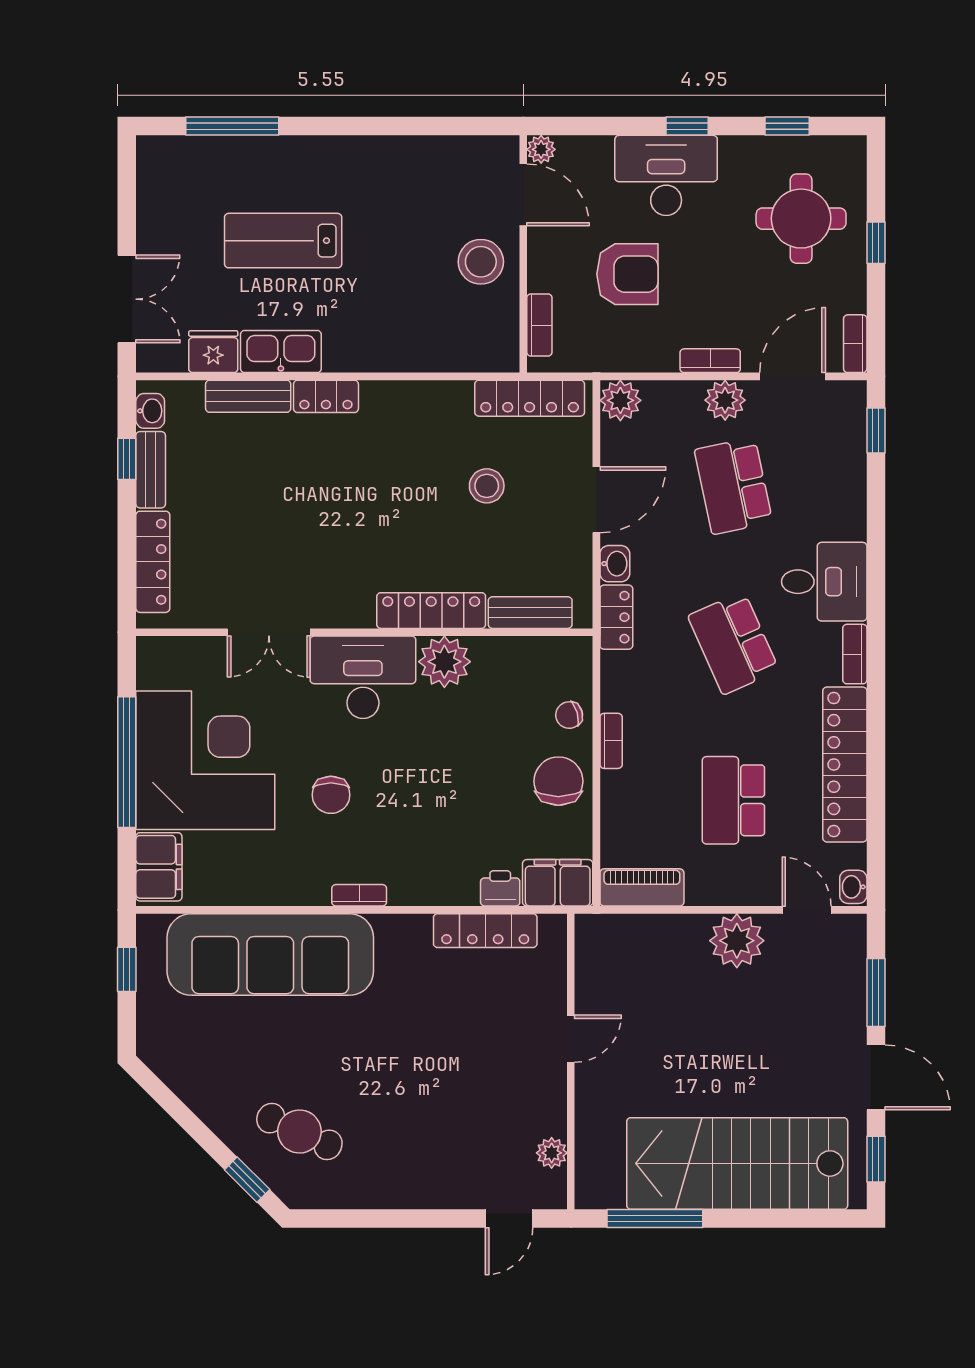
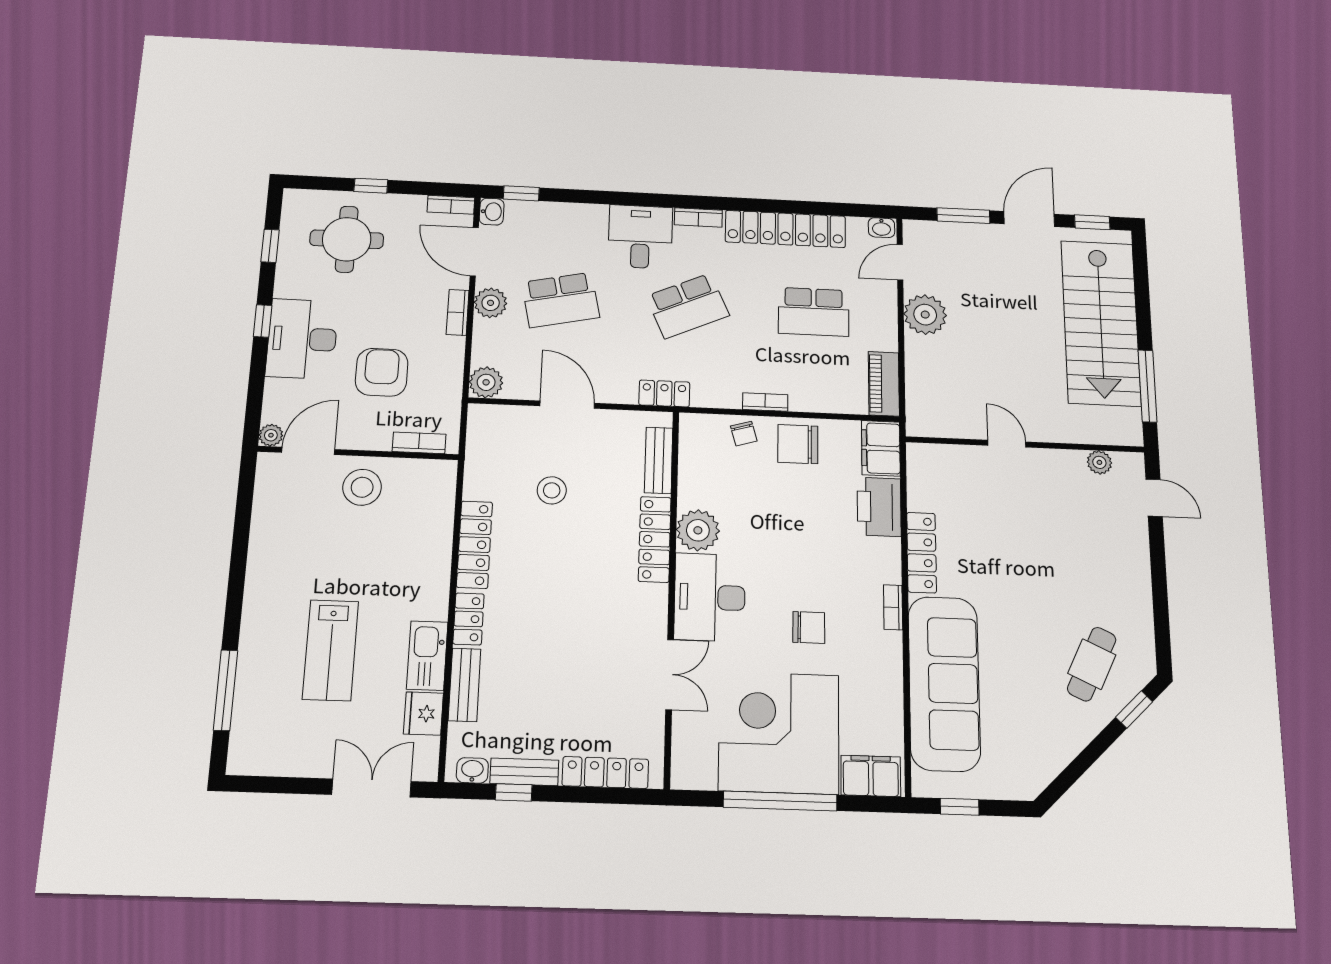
locker: (530, 398) -> (475, 545), moved
washbasin: (615, 564) -> (492, 212), moved, turned 90
printer: (500, 888) -> (879, 507), width x1.87, depth x1.48
locker: (485, 931) -> (922, 552), moved

